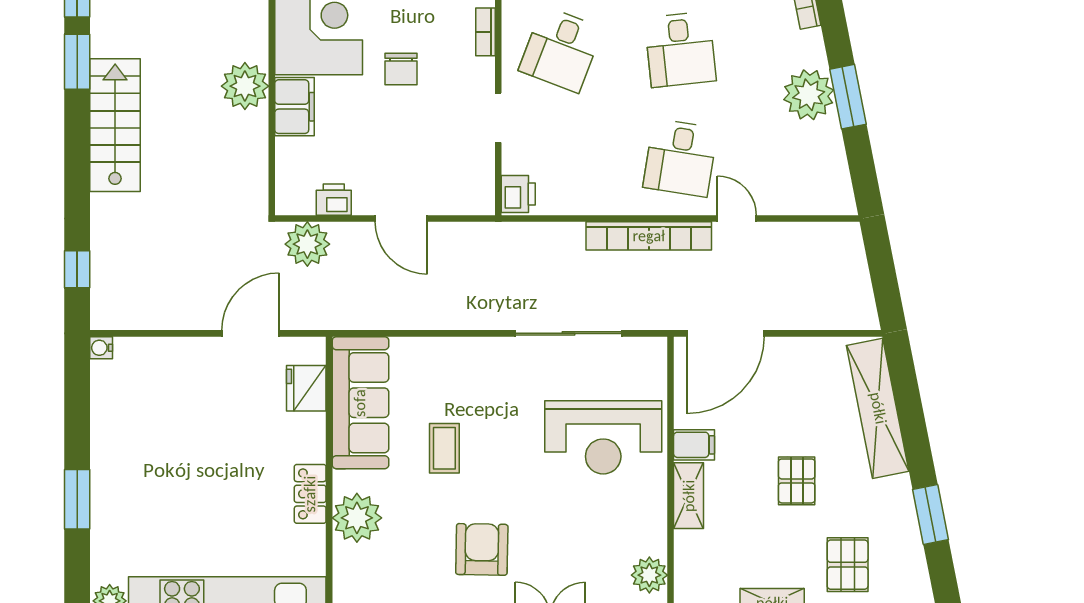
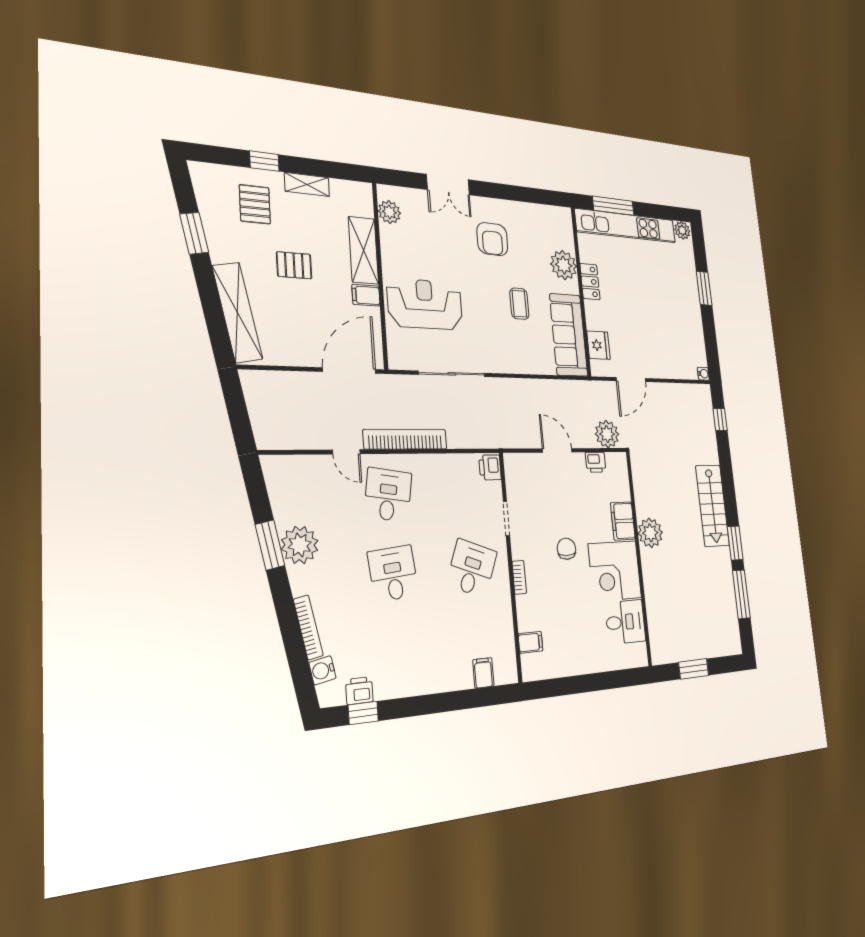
pallet: (797, 481) -> (294, 265), turned 90
shelving: (689, 496) -> (363, 250), width x1.50, depth x1.33

